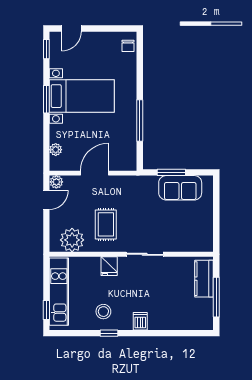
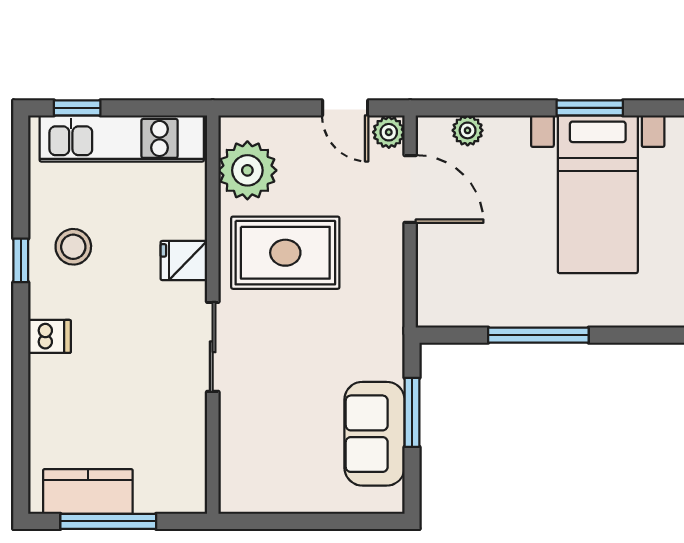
door: (95, 173) -> (410, 189), moved
rug: (106, 224) -> (285, 253), width x1.36, depth x1.43
kitchen counter: (204, 279) -> (88, 492), moved

